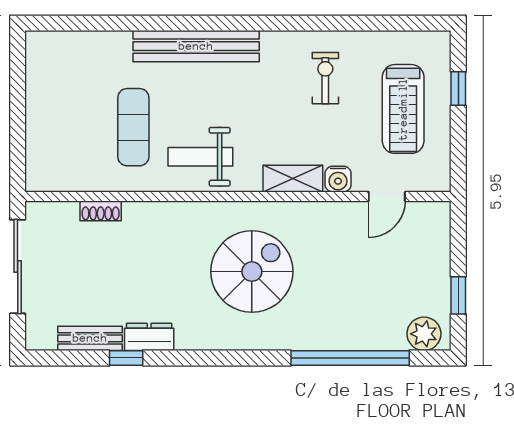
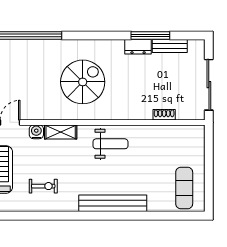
exercise bike: (325, 78) -> (43, 186), turned -90
exercise mat: (133, 127) -> (184, 188), moved
spiral stairs: (252, 272) -> (83, 82), turned 180
window: (126, 358) -> (150, 35), width x2.17

